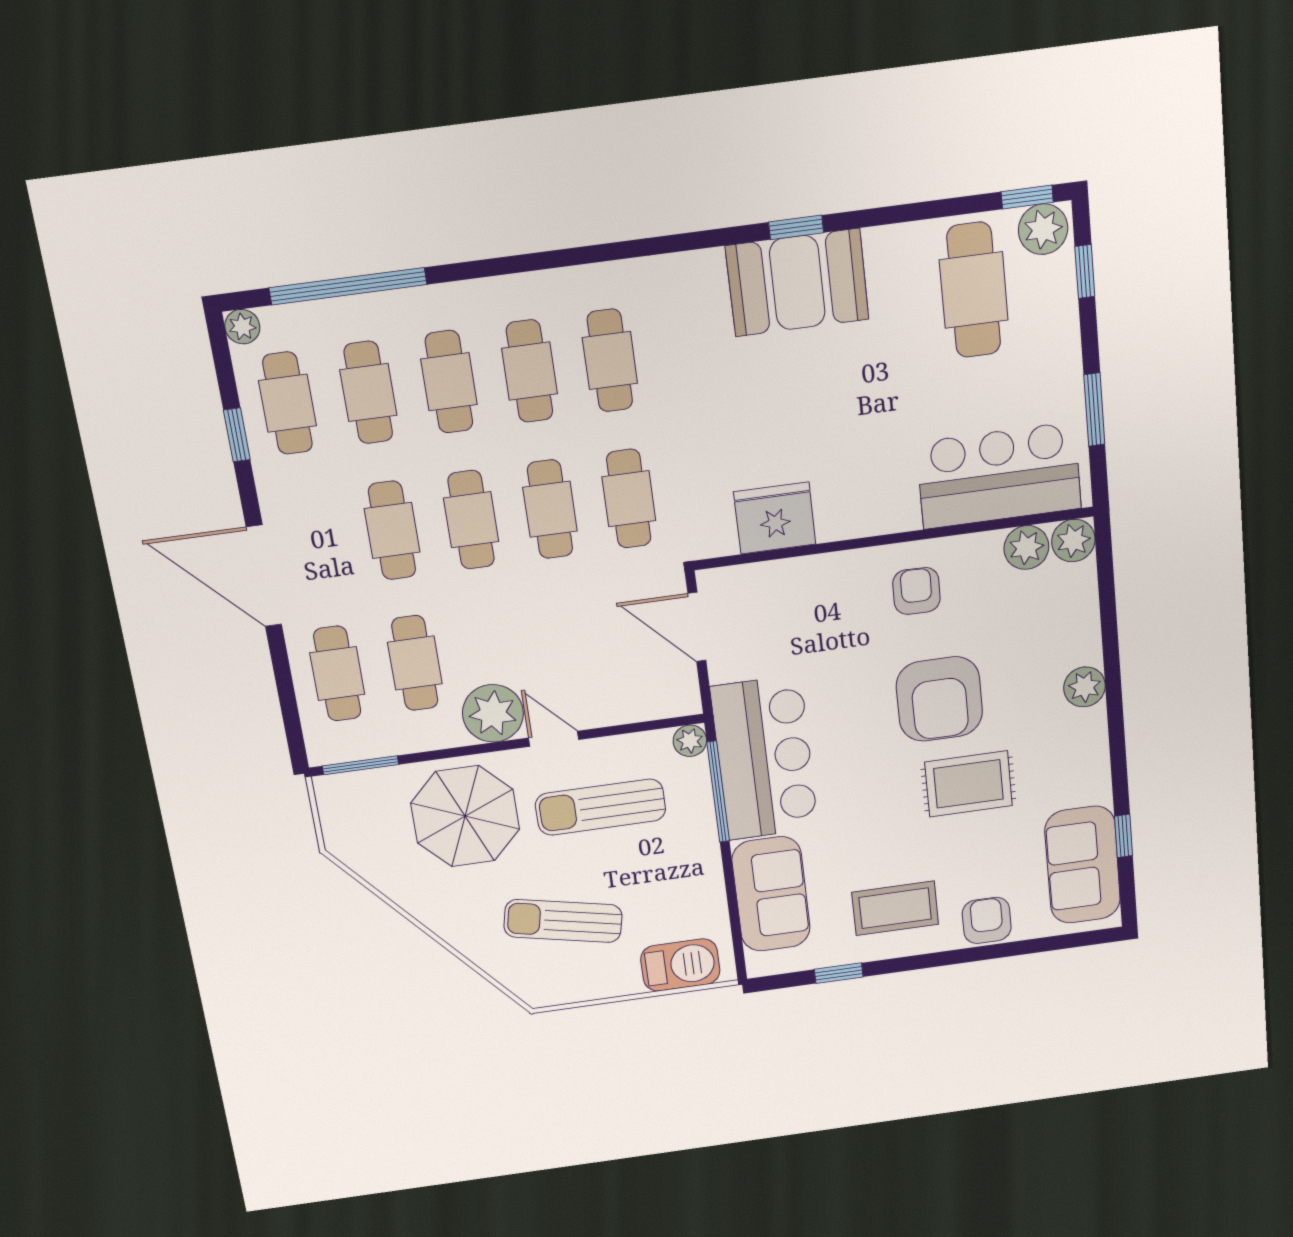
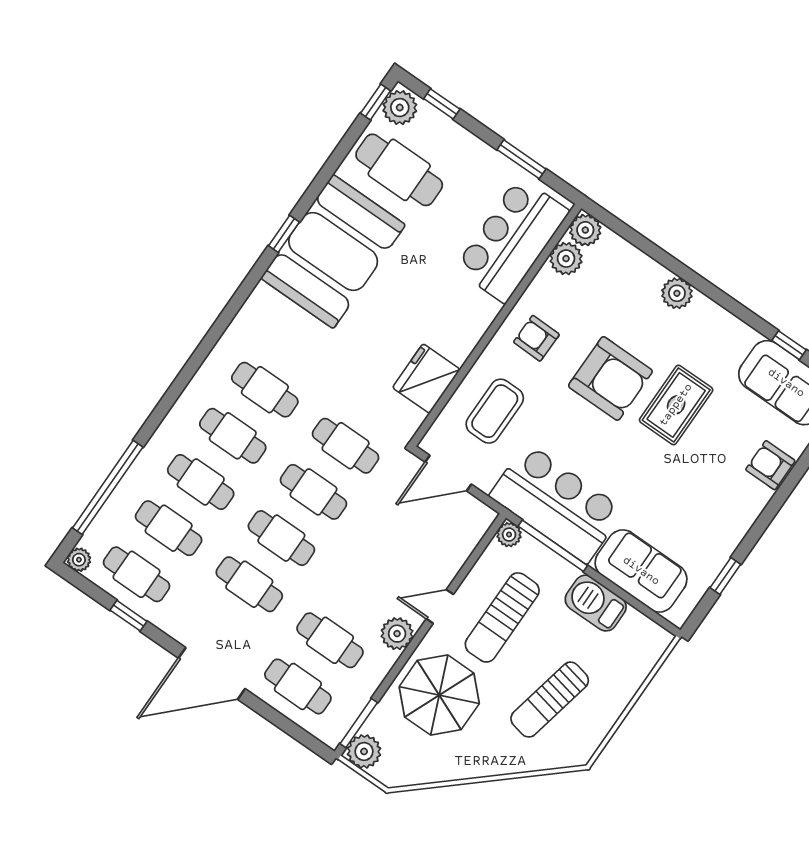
booth: (797, 283) -> (333, 251), width x1.36, depth x1.42
plant: (493, 713) -> (397, 634), width x0.73, depth x0.73
plant: (338, 795) -> (364, 751), added
coffee table: (895, 908) -> (495, 411), moved
barbecue: (680, 965) -> (596, 603), moved, turned -90

